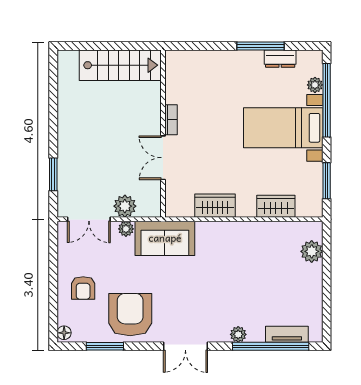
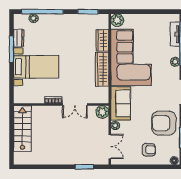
bed with nightstands: (283, 128) -> (36, 67), moved, turned -90
plant: (125, 206) -> (102, 112), moved
wardrobe: (215, 206) -> (102, 69), width x1.50
plant: (312, 251) -> (117, 20), moved
corner sofa: (246, 257) -> (131, 57), added

